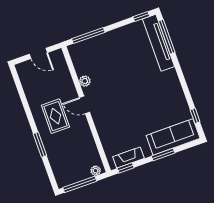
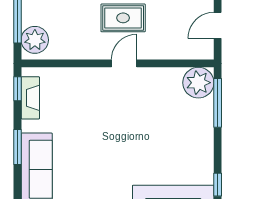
plant: (85, 81) -> (198, 83), moved, width x1.87, depth x1.87
plant: (96, 171) -> (35, 40), width x1.88, depth x1.88

